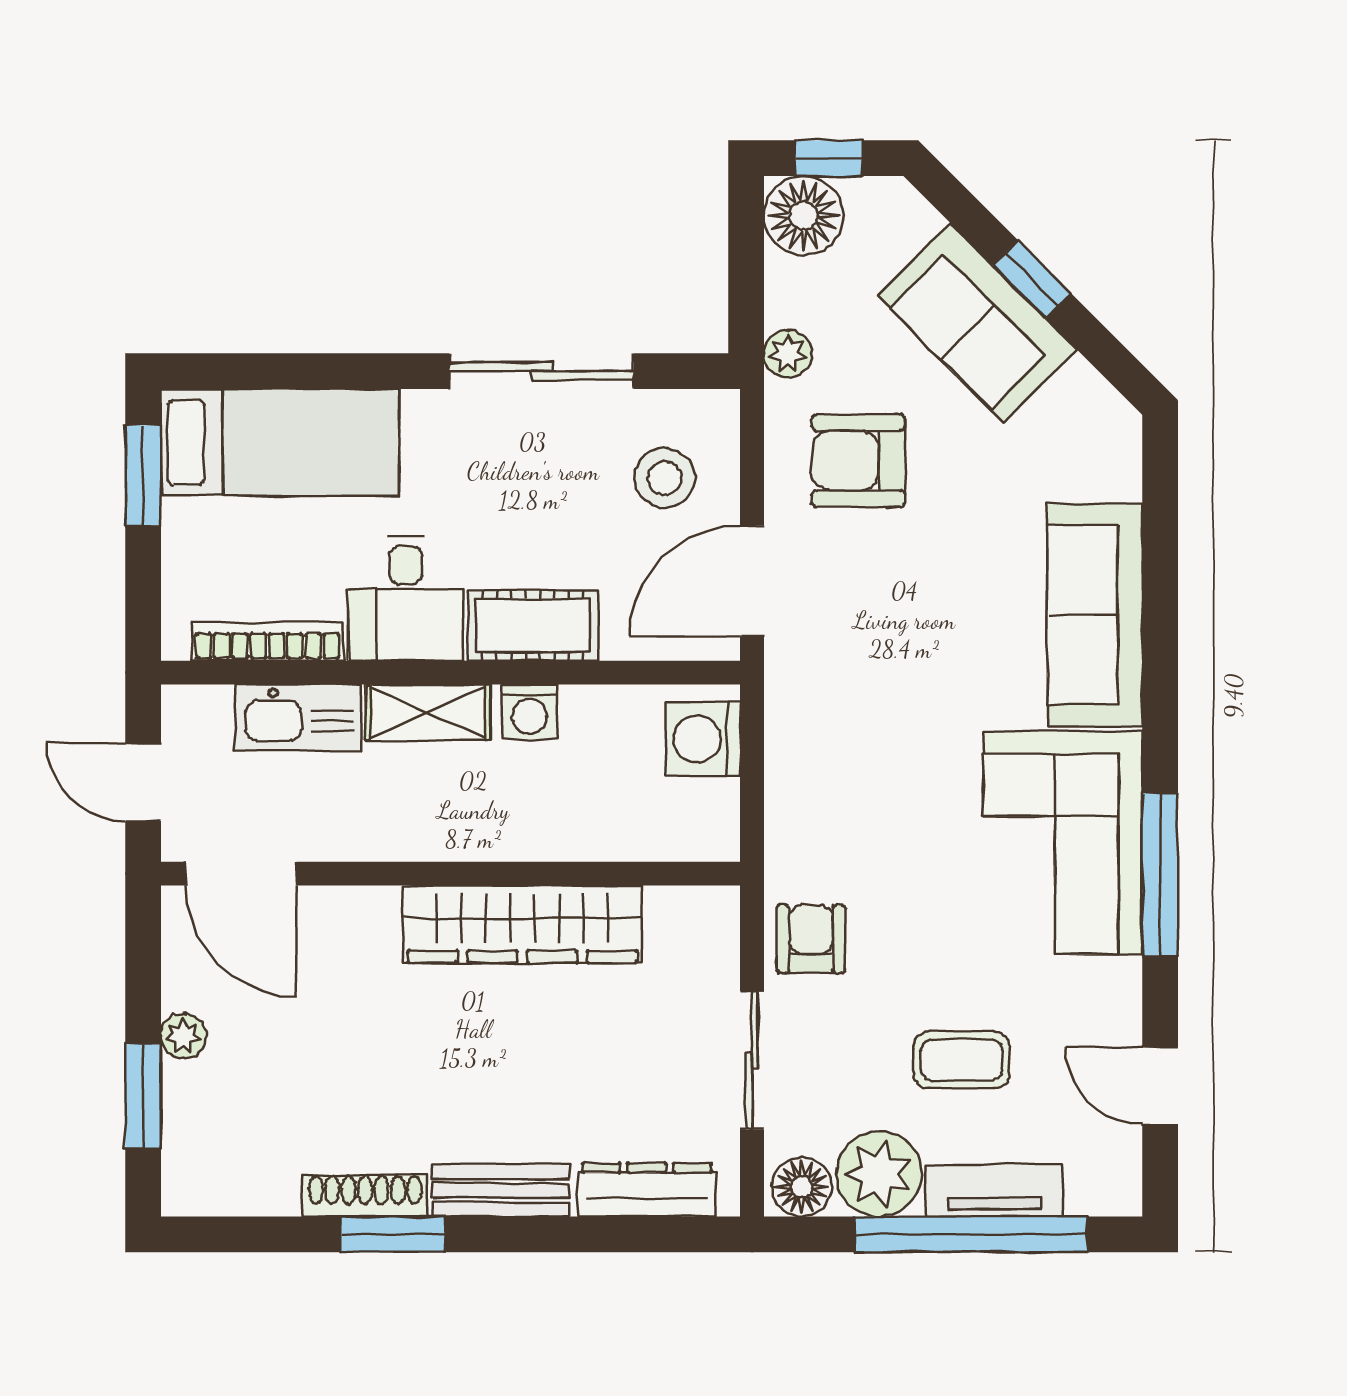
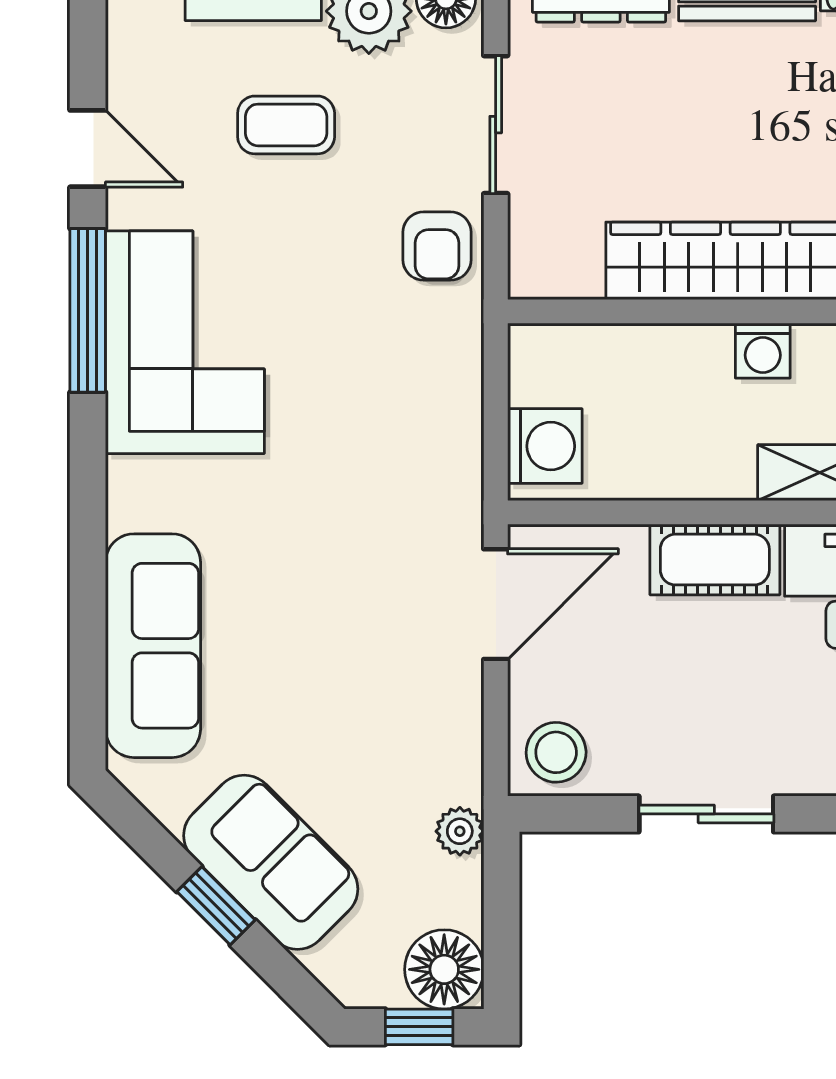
sliding door: (541, 371) -> (706, 814), width x0.73
armchair: (858, 460) -> (389, 724), removed
stool: (665, 478) -> (556, 752), moved
sofa: (1095, 615) -> (153, 646), moved
washing machine: (530, 712) -> (763, 351), moved, turned 180
door: (1160, 1086) -> (88, 149), moved

